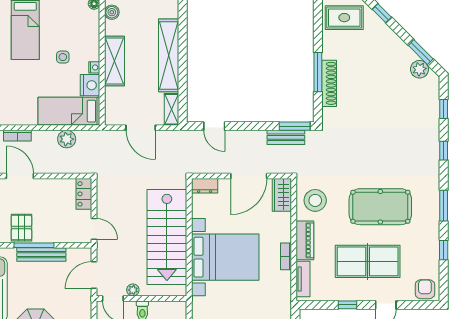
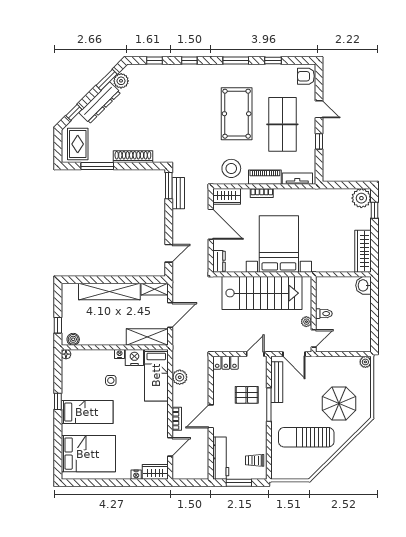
dresser: (394, 44) -> (100, 103), added
shelving: (115, 61) -> (147, 337), moved
window: (318, 72) -> (97, 166), moved
pallet: (21, 228) -> (247, 395), moved
bench: (41, 255) -> (277, 382), moved
bookcase: (286, 256) -> (262, 193), moved

